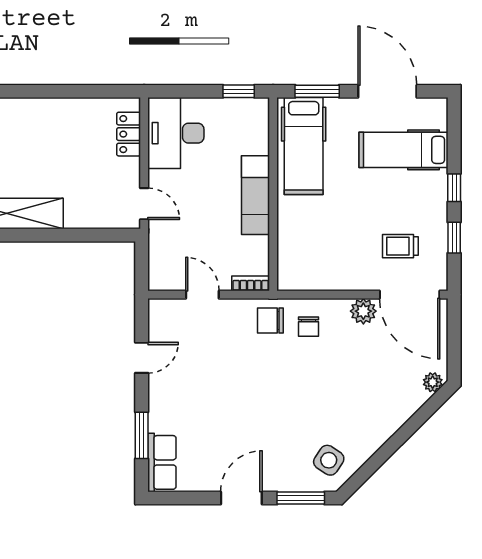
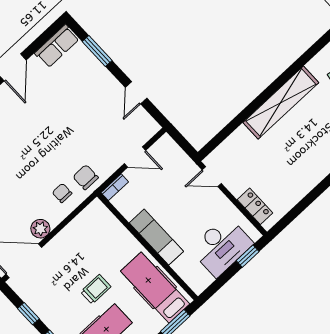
window: (239, 91) -> (248, 256), moved
desk: (176, 133) -> (222, 246), moved, turned 90
trolley: (400, 246) -> (96, 289), moved
chair: (270, 321) -> (86, 177), turned -90
row of seats: (162, 462) -> (57, 46), moved, turned -90

